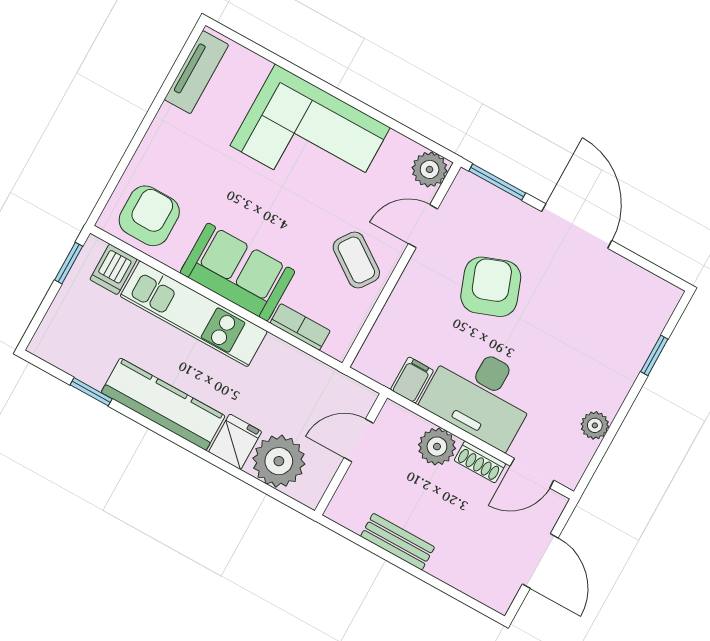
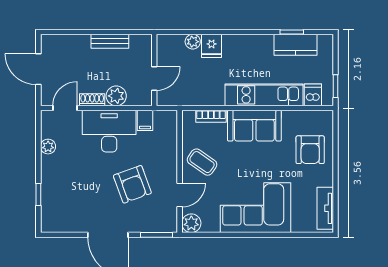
armchair: (149, 216) -> (310, 150), moved
kitchen counter: (163, 404) -> (296, 45), moved, width x0.67
plant: (279, 461) -> (193, 42), width x0.53, depth x0.53

